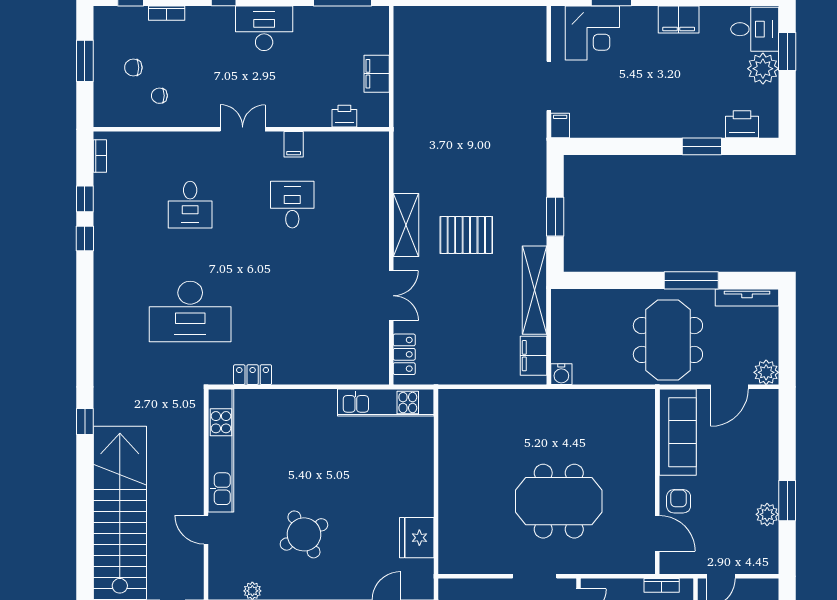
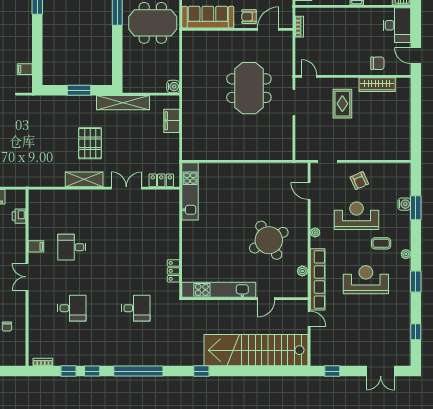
filing cabinet: (560, 125) -> (25, 69), moved
desk: (190, 312) -> (136, 308), width x0.53, depth x0.77
window: (85, 316) -> (138, 371), added
filing cabinet: (533, 356) -> (172, 121), moved, turned 90
round table: (304, 534) -> (269, 240), width x1.36, depth x1.36
fridge: (417, 538) -> (271, 173), removed

